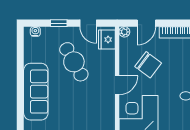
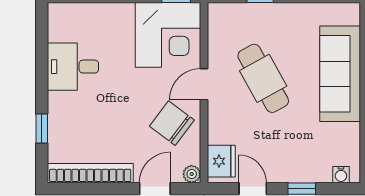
cafe table: (74, 62) -> (263, 78), moved
chair: (148, 65) -> (172, 123), moved

